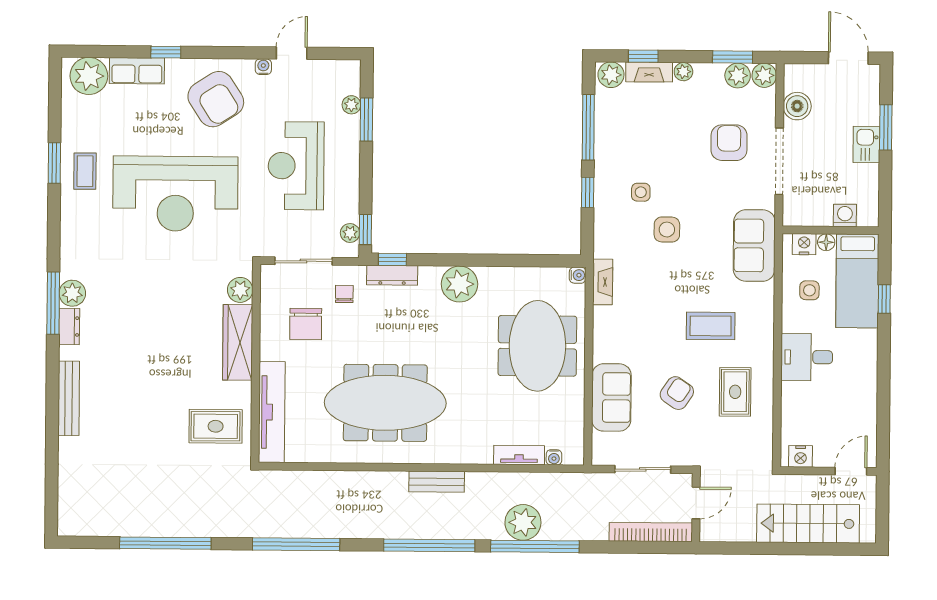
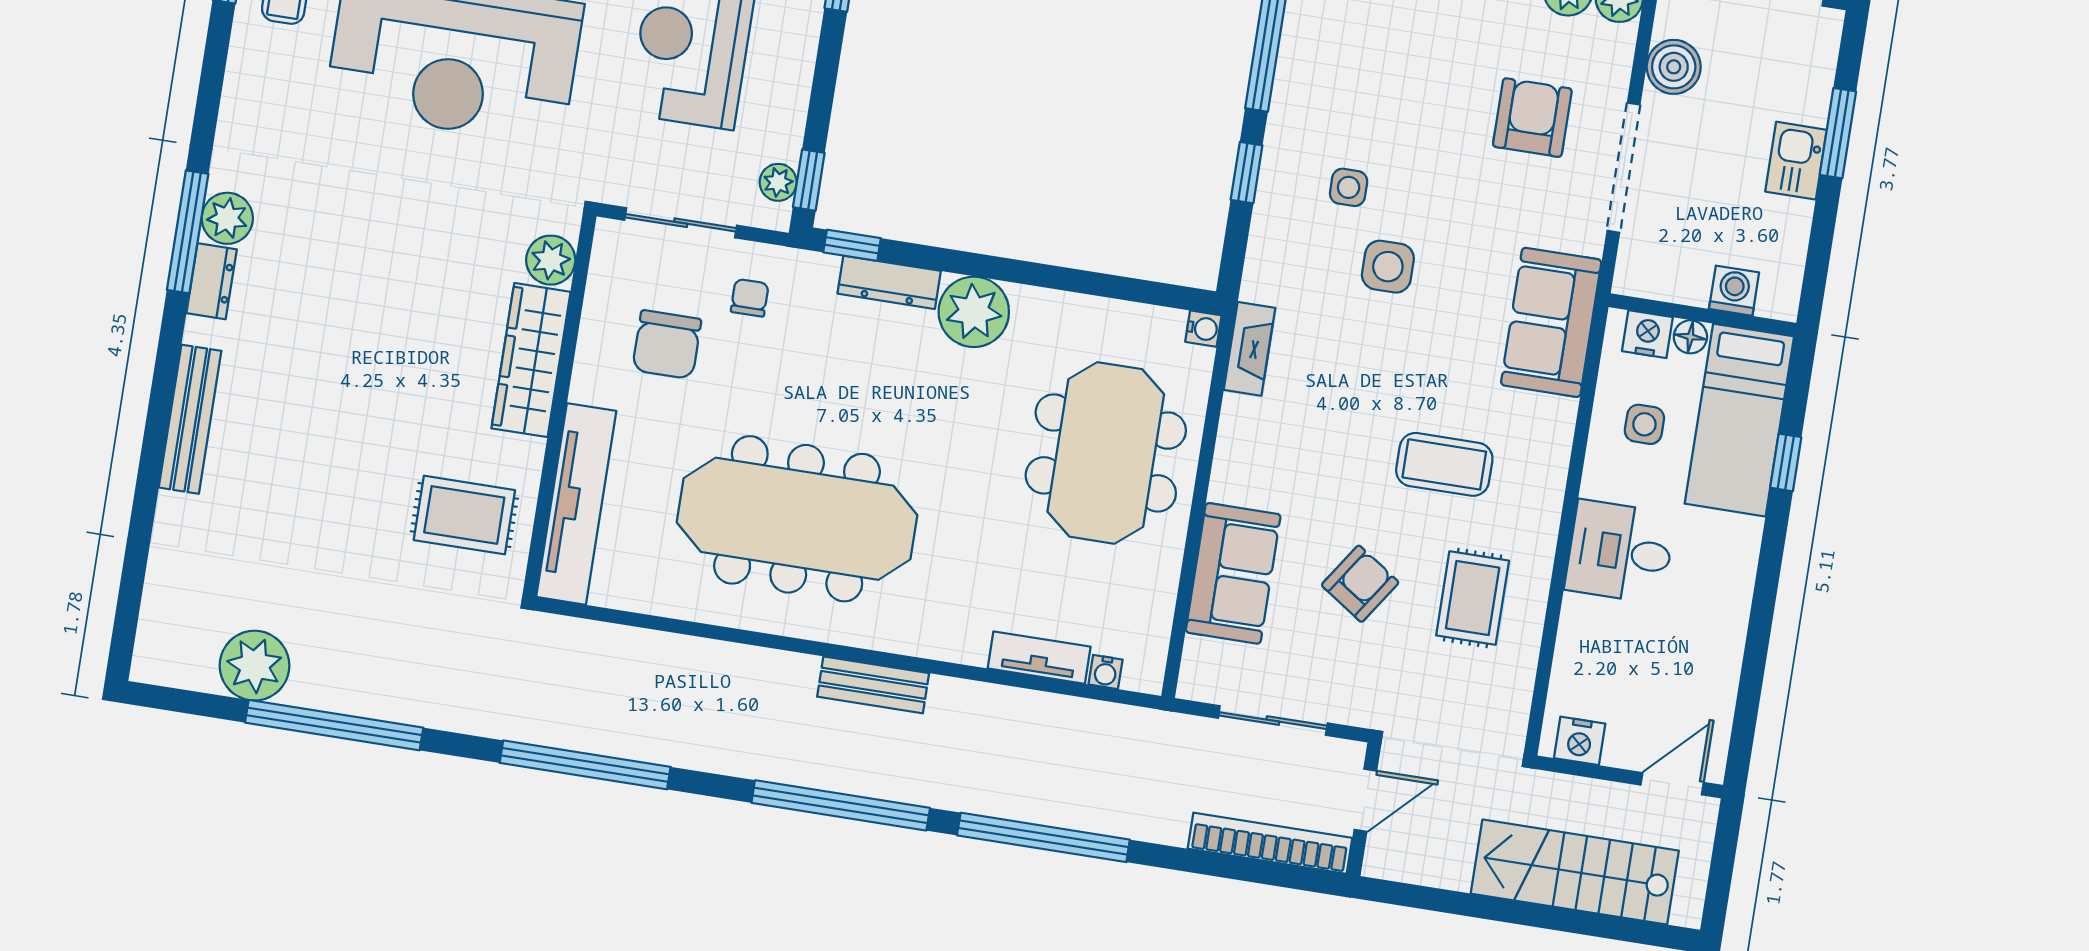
dresser: (392, 275) -> (889, 282), moved
plant: (523, 522) -> (254, 666), moved

